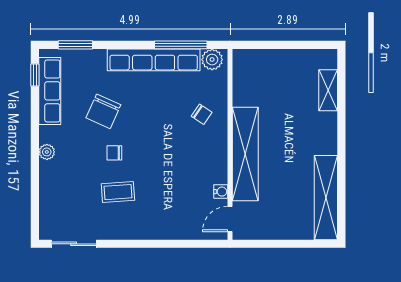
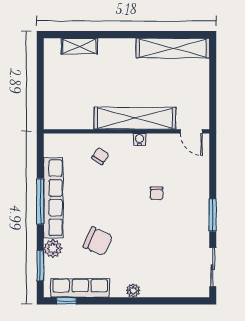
window: (181, 45) -> (40, 201), moved
plant: (212, 60) -> (53, 248), moved
chair: (114, 153) -> (156, 193), moved
coffee table: (118, 192) -> (168, 229), removed
water cooler: (221, 192) -> (139, 139), moved
window: (134, 244) -> (213, 215), added

